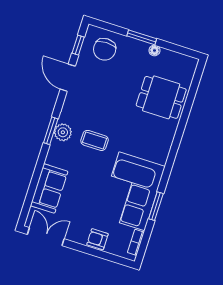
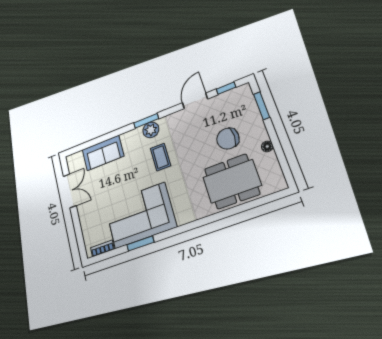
window: (142, 37) -> (262, 106), moved
chair: (105, 49) -> (228, 139), moved
dining table: (161, 97) -> (232, 181), width x1.38
double door: (46, 237) -> (70, 191), moved
armchair: (97, 239) -> (87, 217), removed

